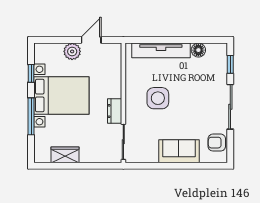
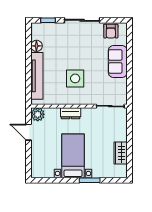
plant: (72, 51) -> (38, 114), moved
window: (31, 73) -> (55, 180), removed
bed with nightstands: (61, 96) -> (73, 156), width x0.73
dresser: (115, 111) -> (71, 113), moved
window: (31, 116) -> (90, 180), width x0.69

